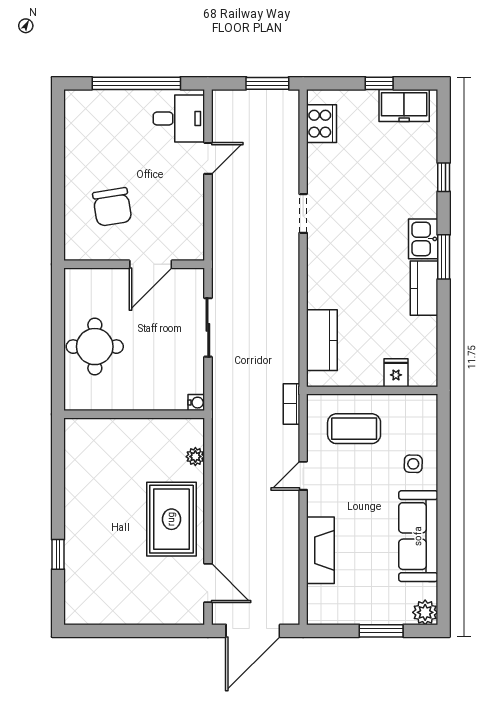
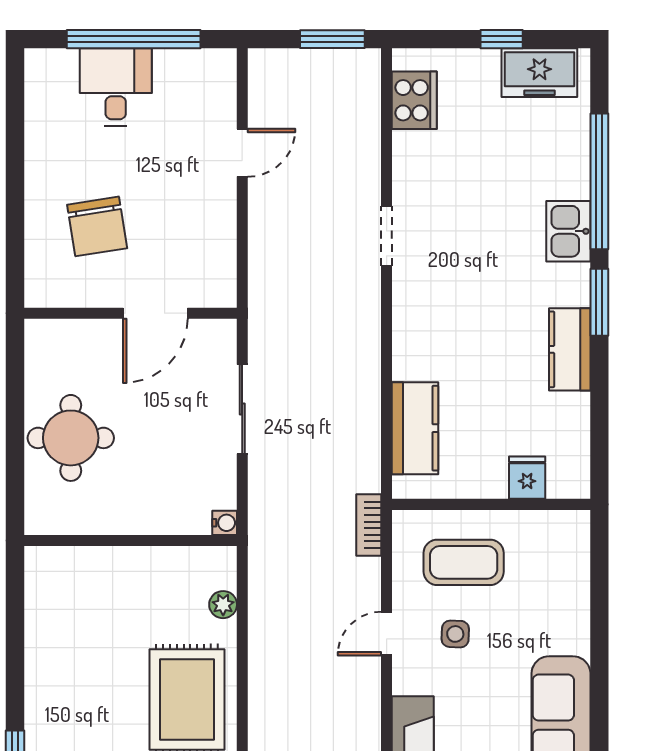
desk: (179, 119) -> (116, 87), moved, turned -90
window: (444, 177) -> (599, 181), width x3.17
kitchen sink: (423, 239) -> (568, 231), moved
side table: (413, 464) -> (455, 634), moved

